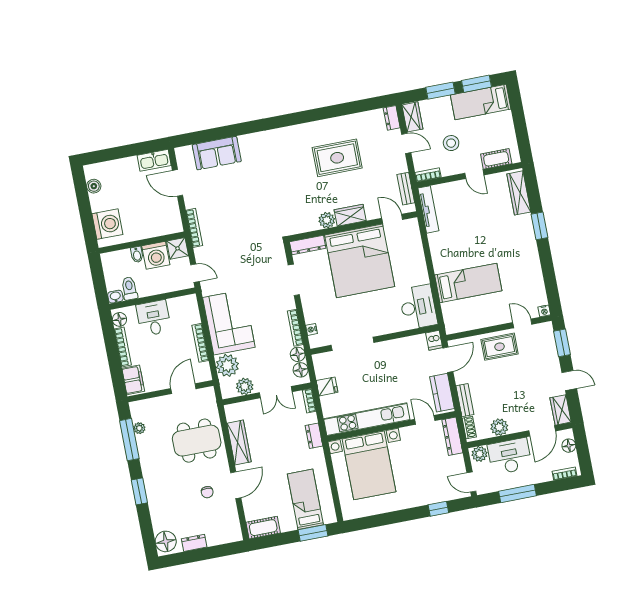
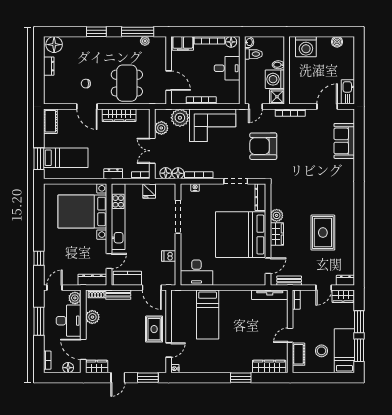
stool: (451, 143) -> (321, 351), moved
armchair: (243, 254) -> (263, 146), added
dishwasher: (434, 340) -> (169, 256), moved

